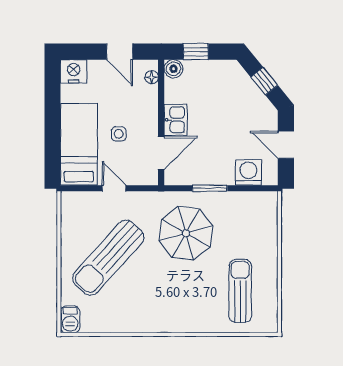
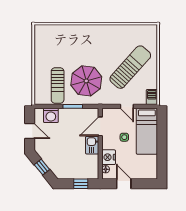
boiler: (173, 69) -> (93, 174), removed
nightstand: (74, 71) -> (109, 157), moved, turned 90
sun lounger: (240, 291) -> (58, 85), moved
barbecue: (70, 319) -> (152, 97), moved

